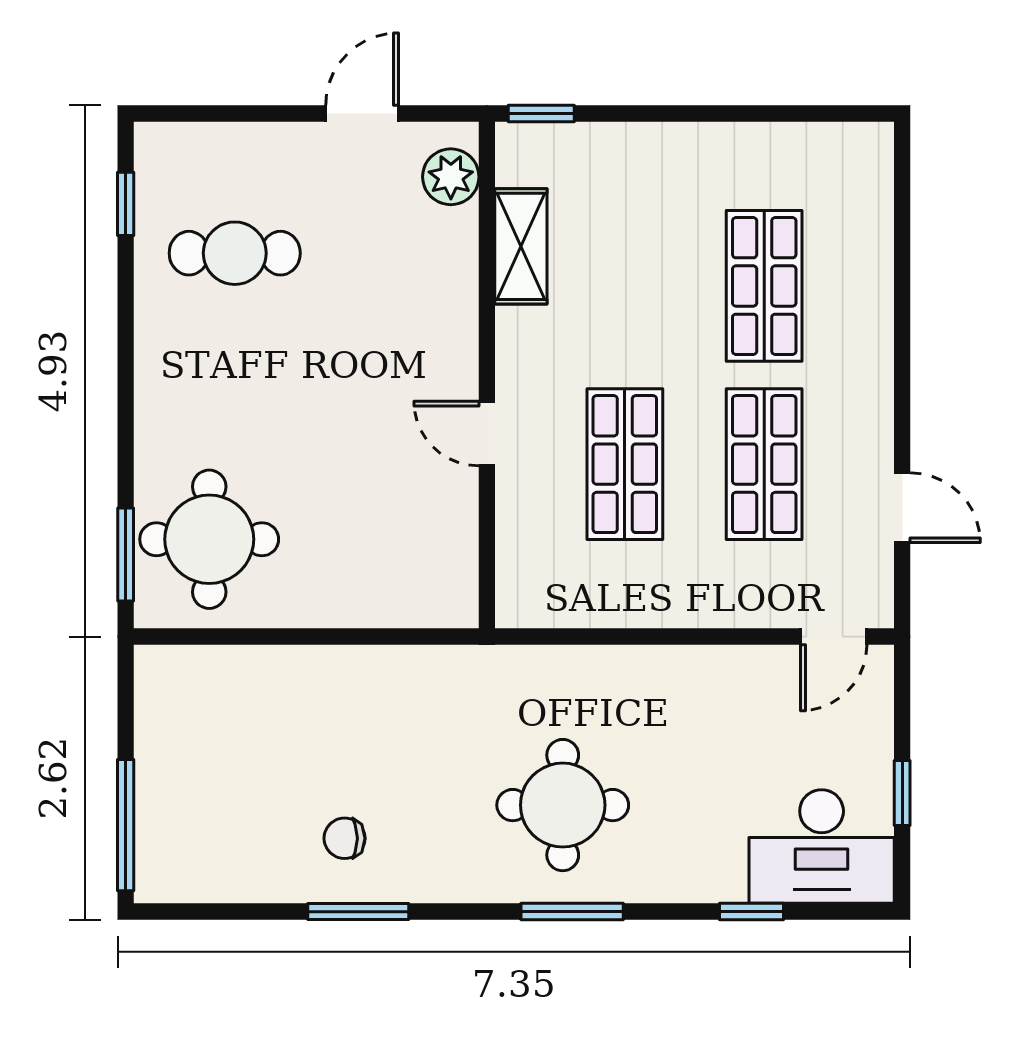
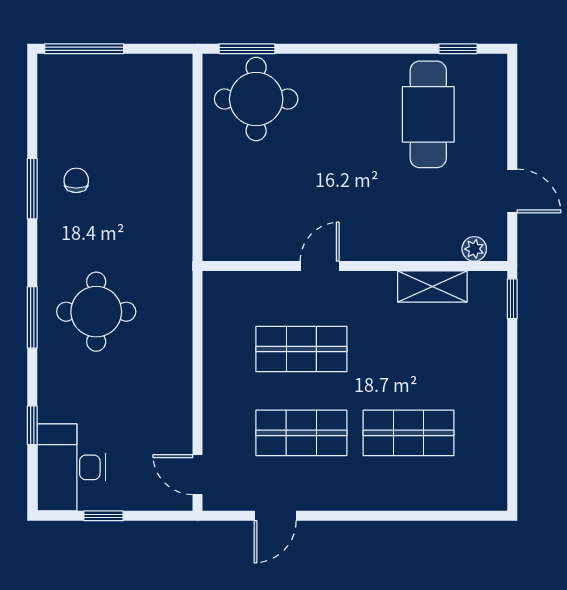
plant: (451, 177) -> (474, 249), width x0.73, depth x0.73
cafe table: (235, 253) -> (428, 114), width x1.37, depth x1.35

